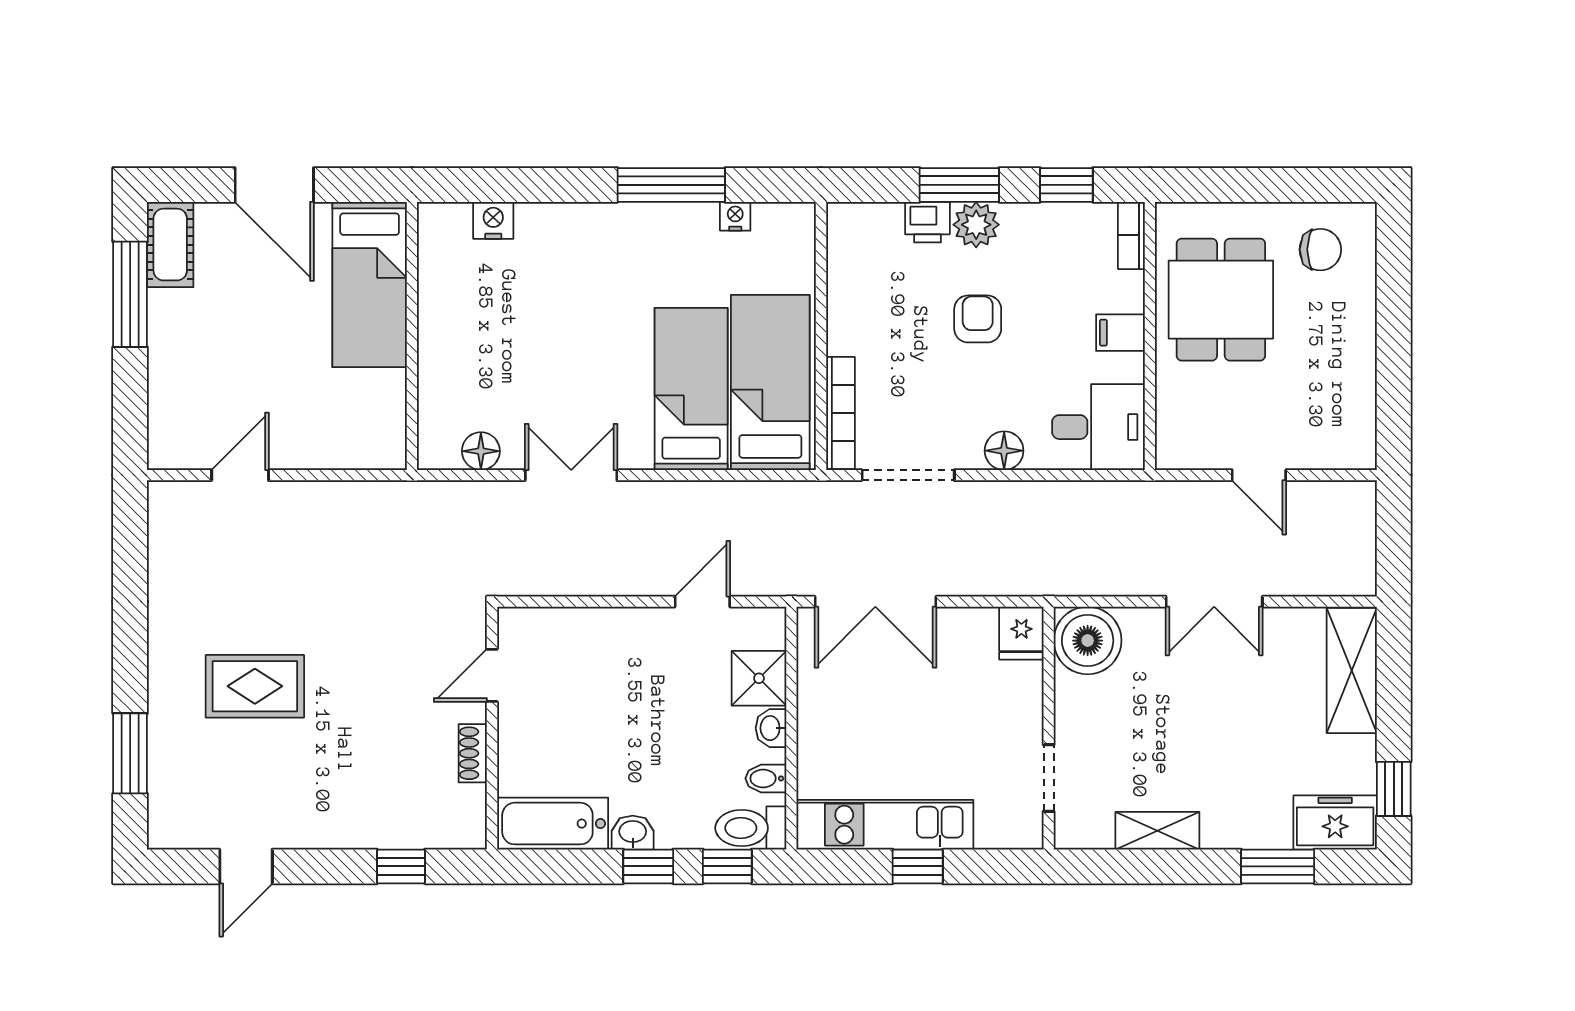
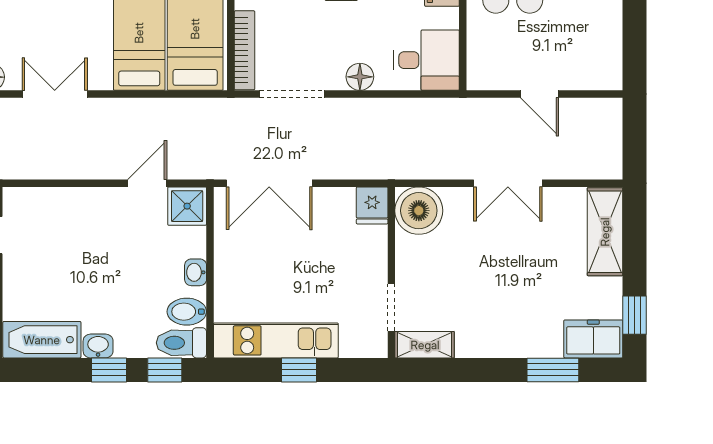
shower: (759, 678) -> (187, 206), moved
bidet: (766, 778) -> (187, 312), width x1.38, depth x1.36
shelving: (1157, 831) -> (425, 345), moved

